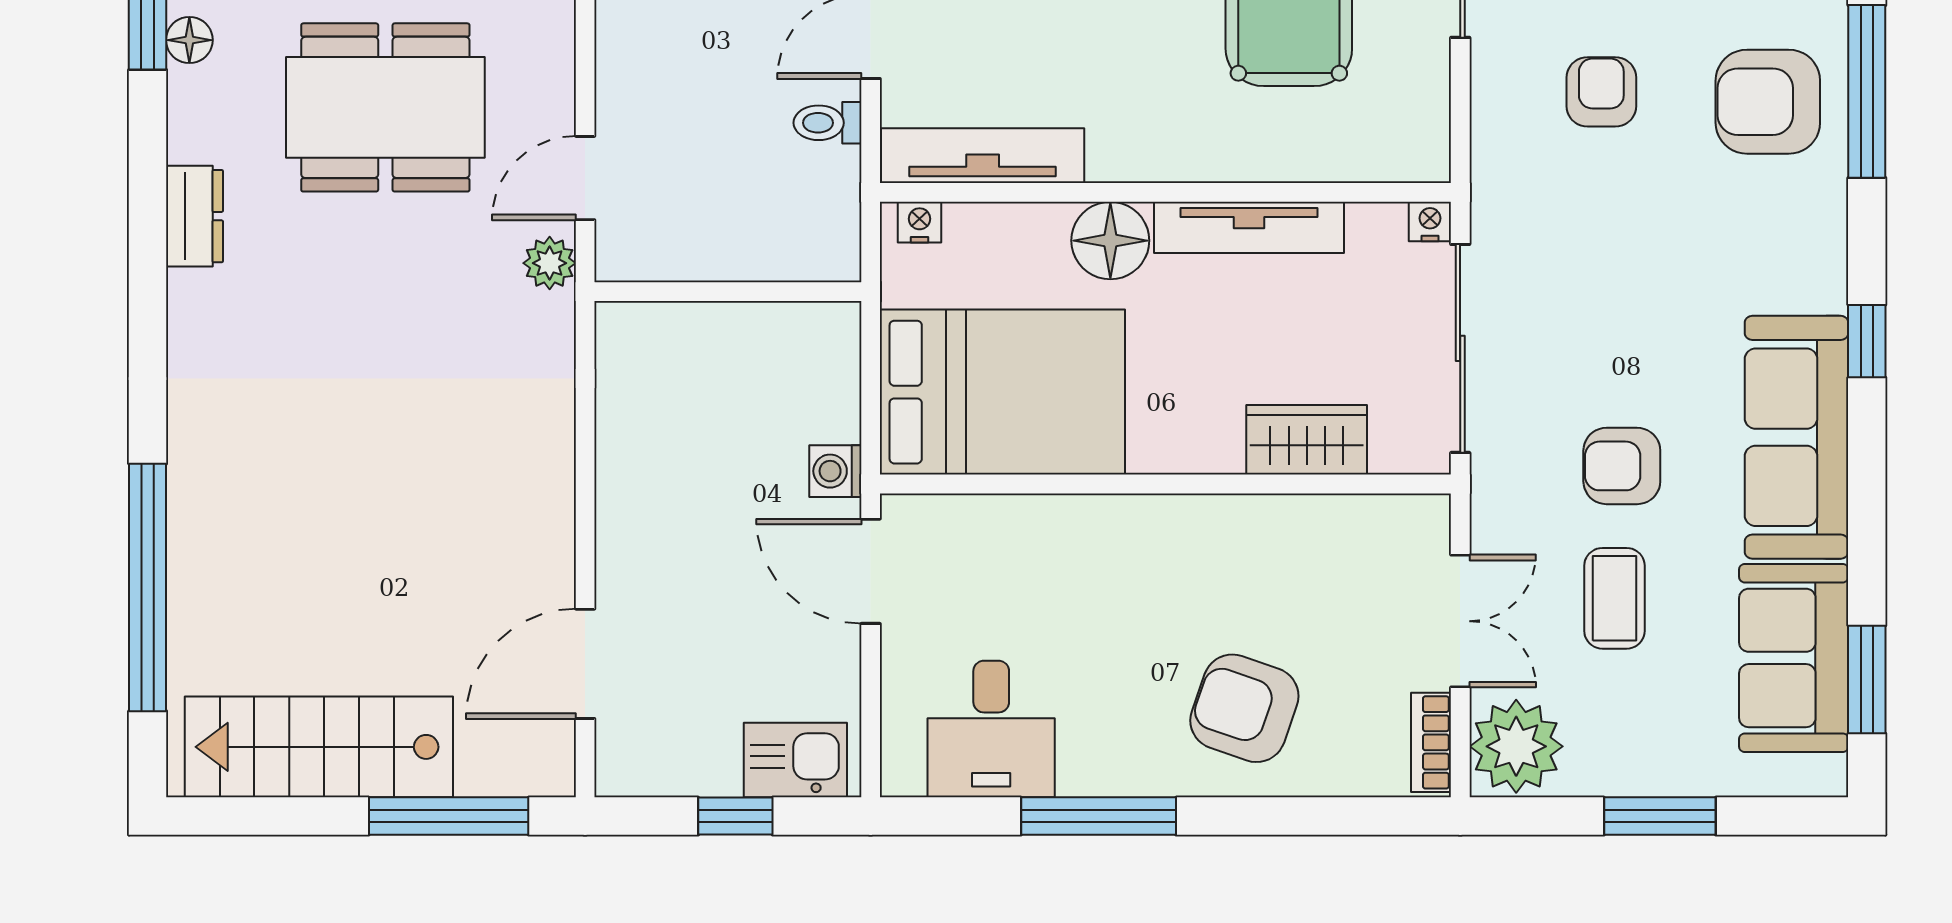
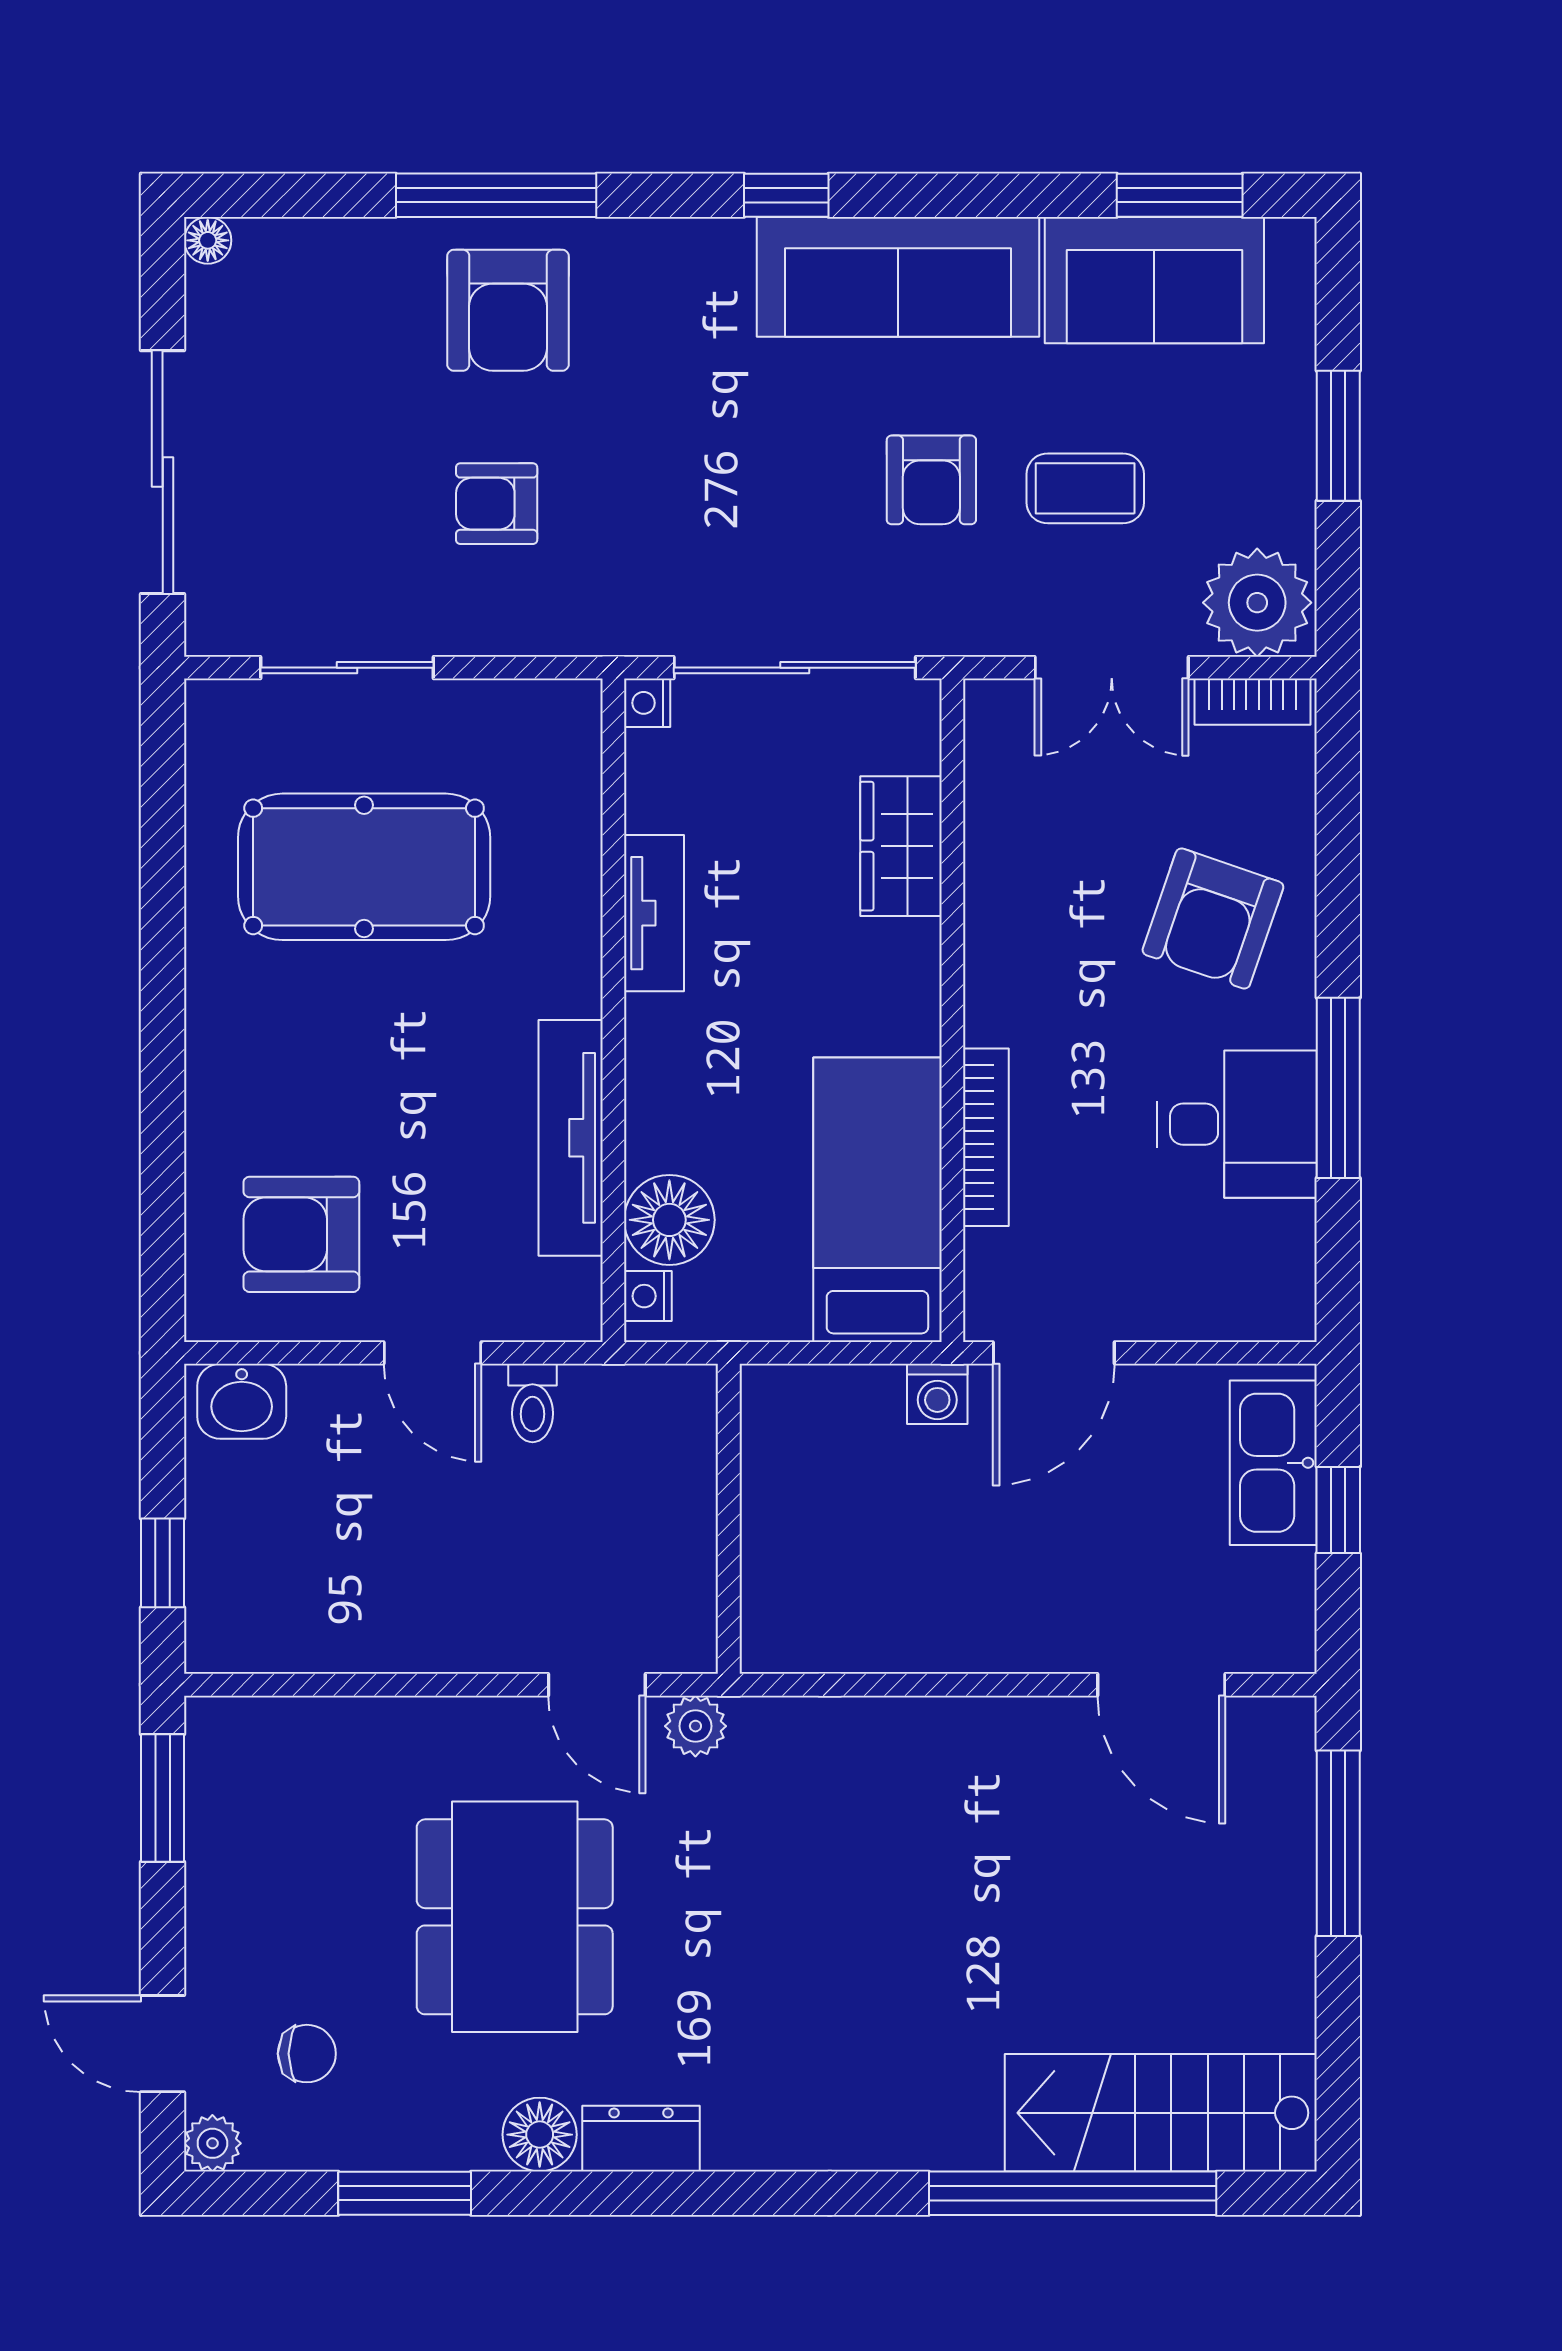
floor lamp: (189, 40) -> (540, 2135), moved, width x1.37, depth x1.37
tv unit: (983, 156) -> (571, 1138), moved
tv unit: (1249, 227) -> (654, 913), width x0.71
floor lamp: (1110, 241) -> (669, 1220), moved
bed: (1002, 392) -> (877, 1200), width x0.67
bookcase: (1056, 513) -> (986, 1137), added
double door: (1460, 621) -> (1112, 668), swing flipped
desk: (991, 729) -> (1237, 1124), moved
stairs: (319, 747) -> (1161, 2113), moved, turned 90
kitchen sink: (795, 760) -> (1273, 1463), width x1.38

